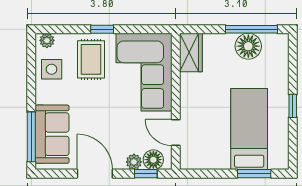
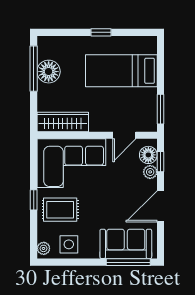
wardrobe: (191, 53) -> (63, 122), width x1.50
window: (254, 174) -> (160, 109), moved

